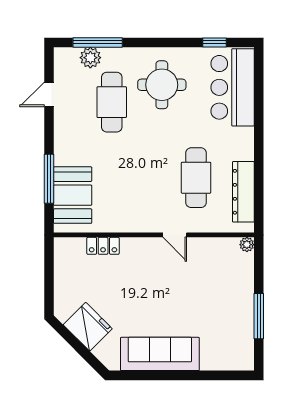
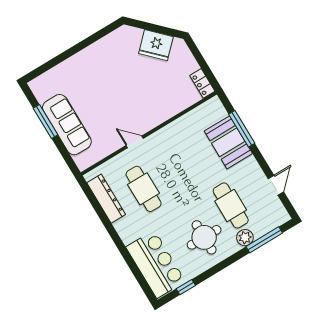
plant: (90, 58) -> (245, 238), moved
booth: (73, 195) -> (228, 142), moved
plant: (247, 245) -> (82, 165), removed
locker: (103, 246) -> (202, 83), moved, turned -90
sofa: (160, 354) -> (67, 125), moved, turned -90

